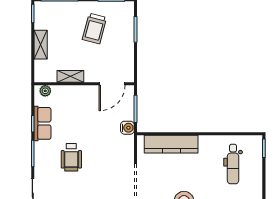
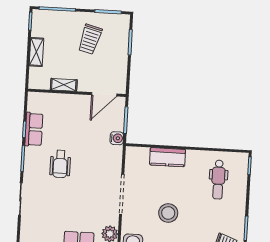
plant: (45, 91) -> (38, 98), removed
kitchen counter: (171, 144) -> (168, 157), width x0.67

